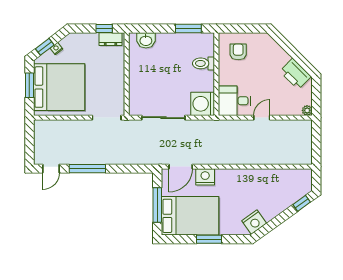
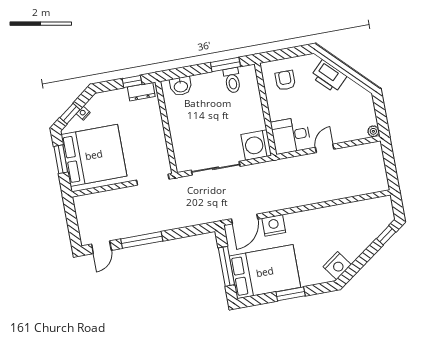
toilet: (203, 63) -> (232, 80), moved, turned -90
printer: (295, 74) -> (329, 76), moved

